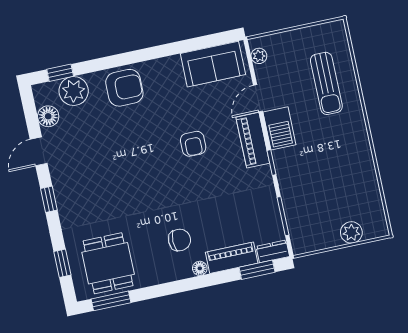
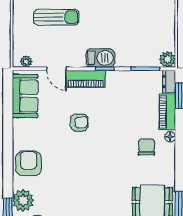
barbecue: (279, 128) -> (100, 58), moved
plant: (351, 232) -> (167, 59), moved

